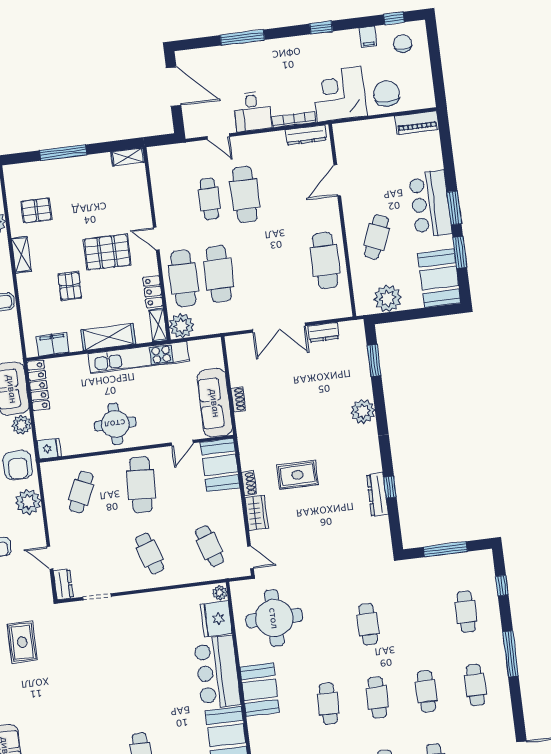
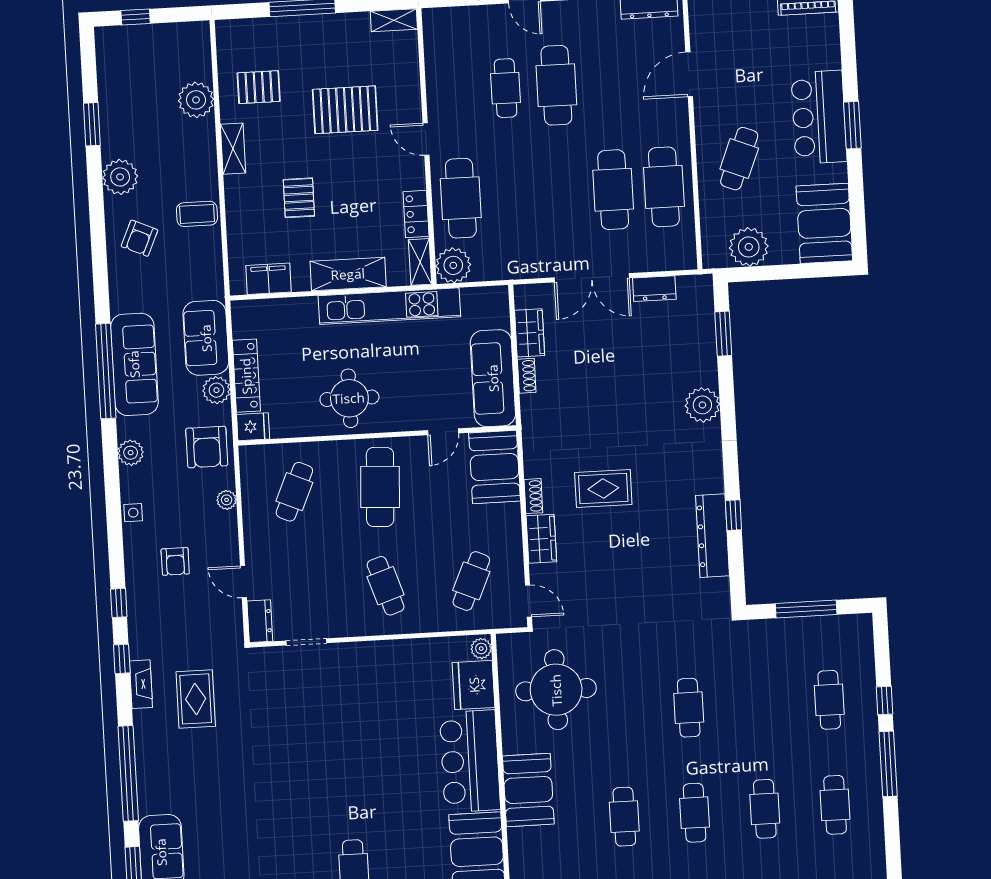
pallet: (107, 252) -> (345, 110), moved
window: (460, 252) -> (856, 189), removed
cafe table: (219, 274) -> (613, 190), moved
wardrobe: (238, 369) -> (530, 333), added
locker: (38, 385) -> (246, 376), moved
dresser: (377, 495) -> (712, 536), width x1.37, depth x1.24
plant: (28, 502) -> (227, 500), width x0.53, depth x0.53
cafe table: (210, 546) -> (471, 581), turned 42
window: (502, 586) -> (885, 700), moved

